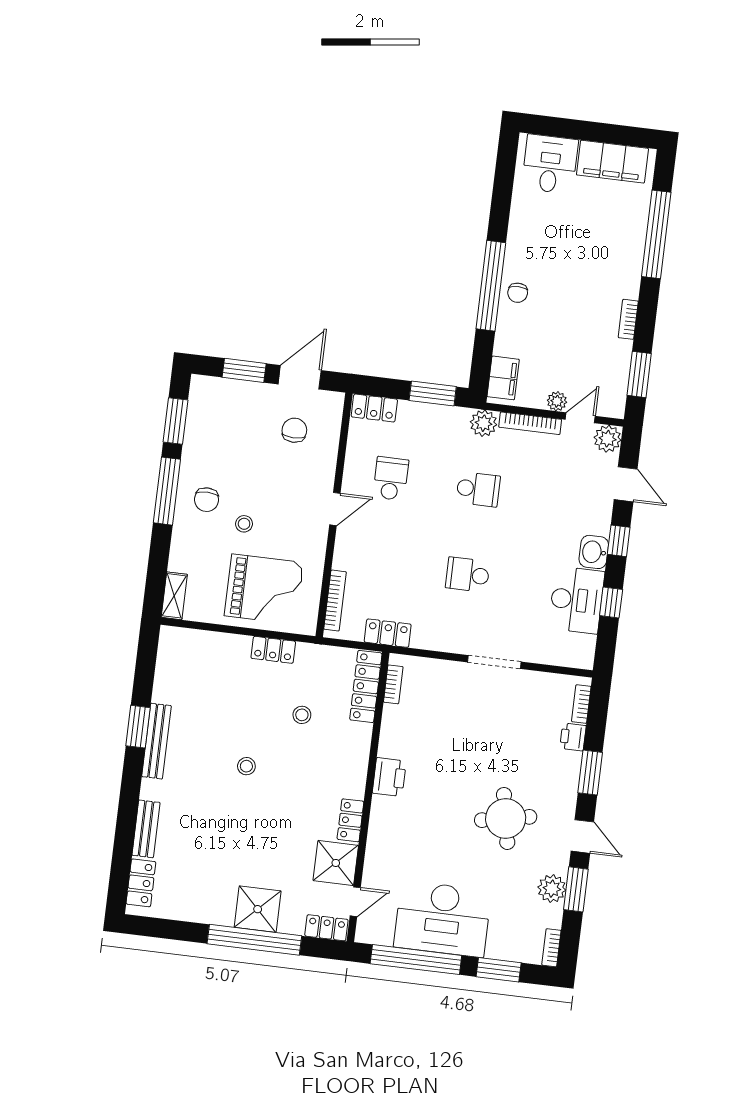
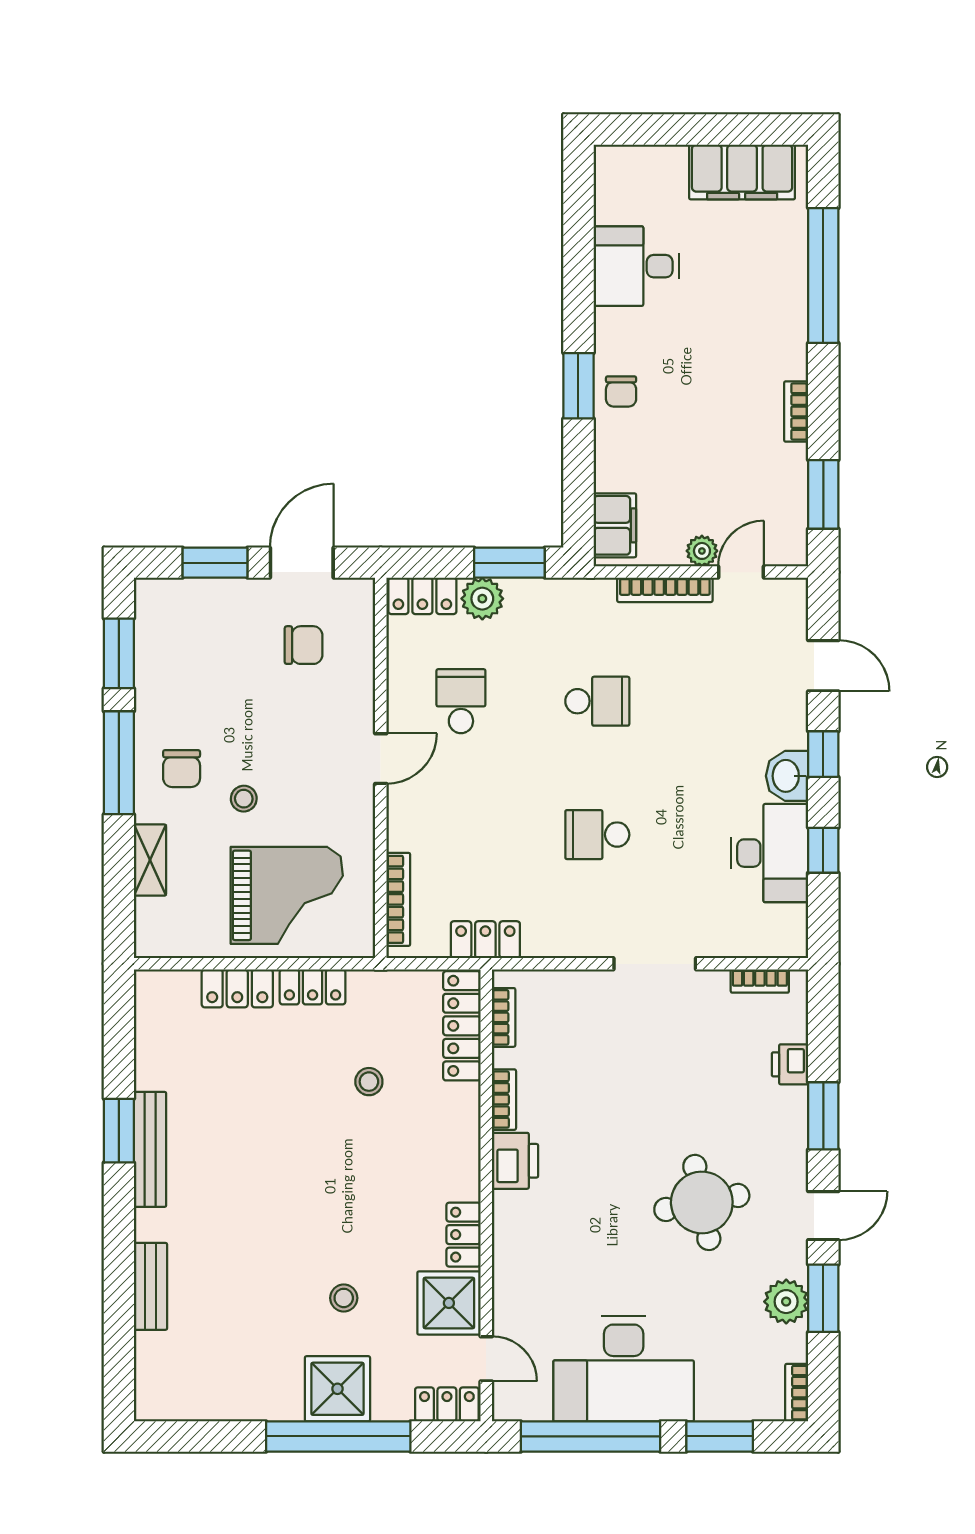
desk: (550, 164) -> (636, 266), moved, turned -90
window: (491, 286) -> (578, 386), width x0.47
plant: (484, 423) -> (482, 599), moved
chair: (294, 430) -> (304, 645), turned 90
plant: (608, 439) -> (787, 599), removed
shelving: (174, 596) -> (150, 860), moved
bookcase: (581, 704) -> (760, 981), moved, turned -90
bookcase: (387, 737) -> (504, 1100), added
stool: (246, 766) -> (344, 1298), moved
door: (582, 836) -> (823, 1216), hinge flipped
locker: (141, 883) -> (237, 988), moved, turned 90
door: (355, 902) -> (486, 1359), hinge flipped

